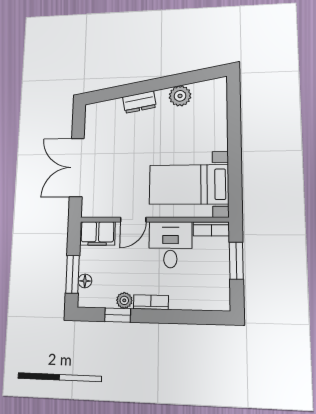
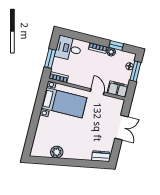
dresser: (139, 102) -> (101, 156), moved
double door: (77, 167) -> (121, 127), width x0.73
door: (133, 220) -> (97, 92), hinge flipped
desk: (170, 245) -> (68, 48), moved, turned 90

